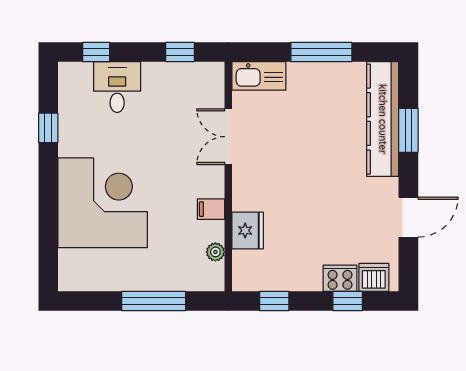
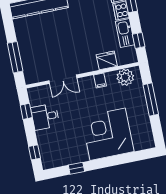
window: (321, 52) -> (15, 57), moved
kitchen sink: (259, 76) -> (125, 33), moved, turned 180
desk: (117, 87) -> (45, 117), moved
plant: (215, 252) -> (125, 77), width x1.88, depth x1.88

